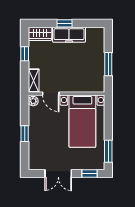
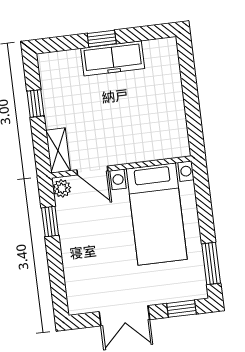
wardrobe: (40, 34) -> (59, 63), removed
window: (108, 64) -> (192, 103), removed
window: (25, 134) -> (50, 222), moved

